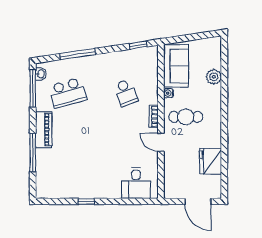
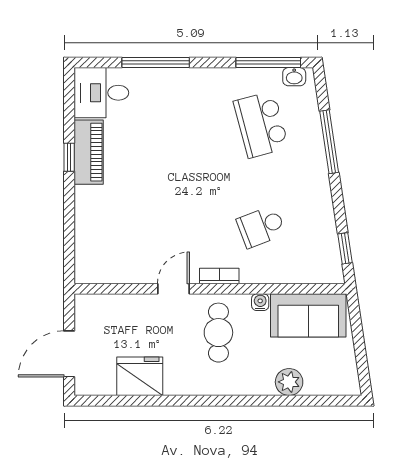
piano: (44, 130) -> (89, 152), moved, turned -90
desk: (136, 183) -> (101, 93), moved

